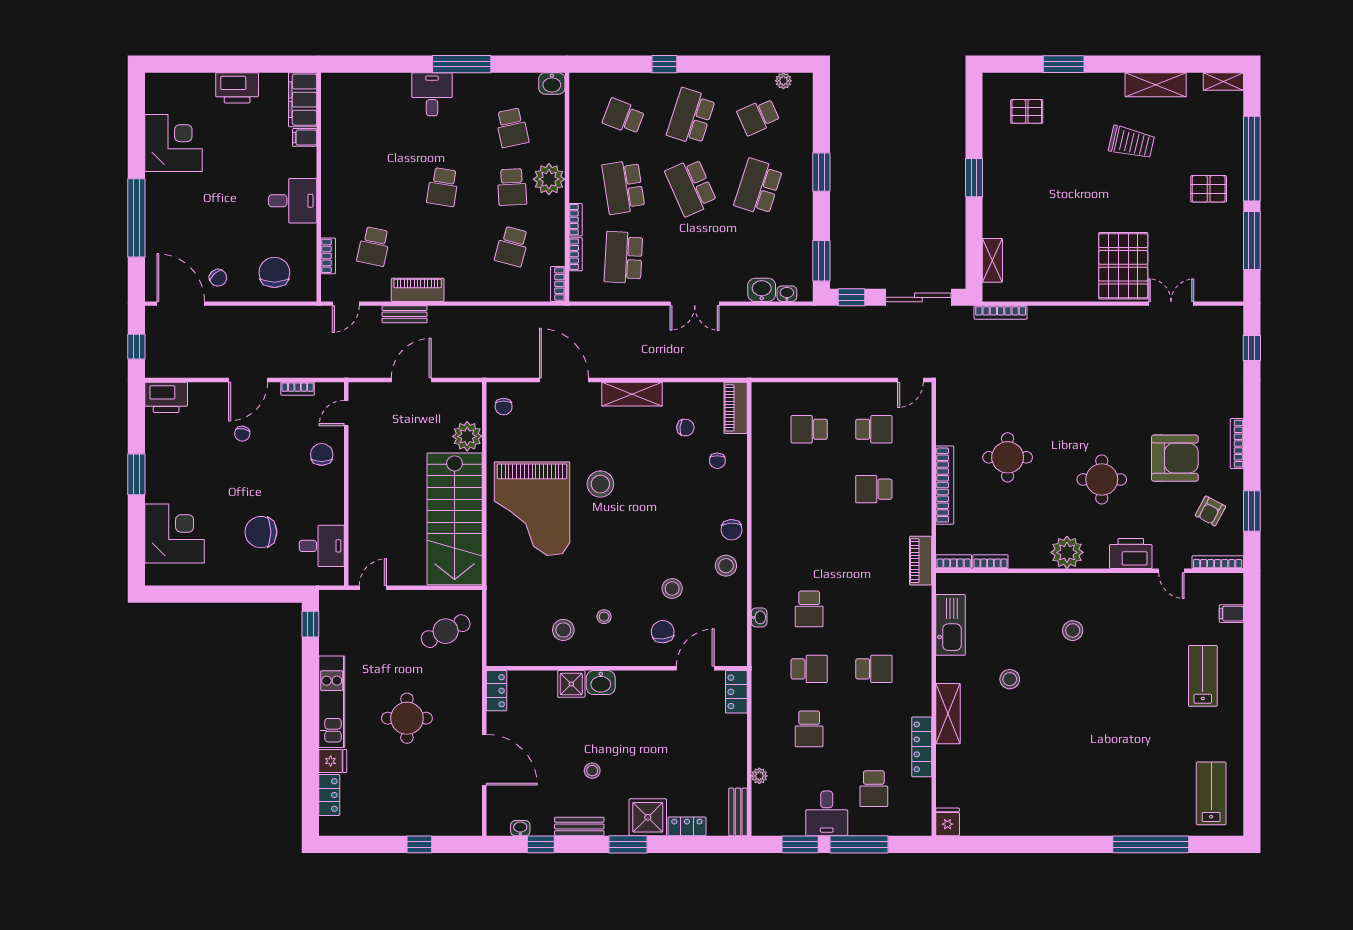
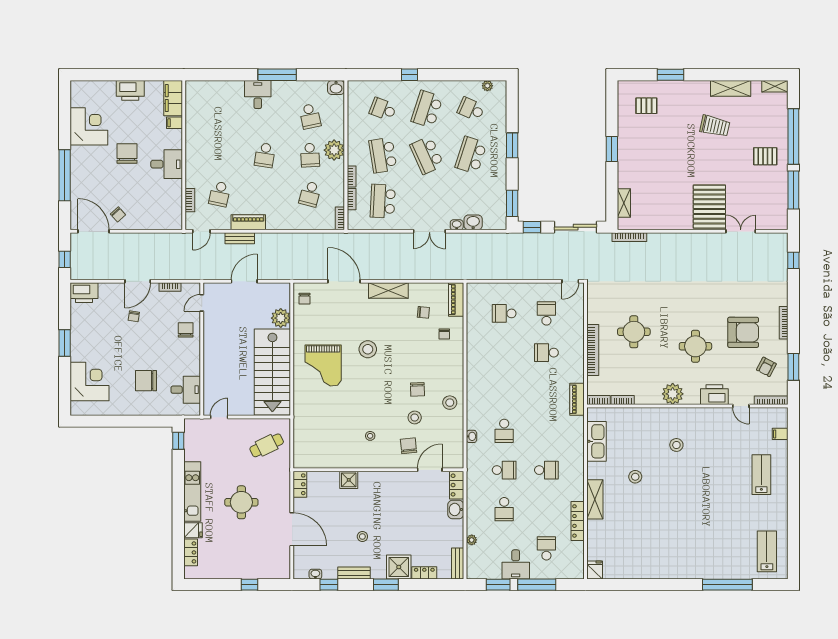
school desk: (758, 117) -> (471, 109), turned 48
chair: (274, 272) -> (127, 153), moved
washbasin: (787, 294) -> (457, 225), moved
school desk: (874, 429) -> (546, 313), turned -90
grand piano: (532, 509) -> (323, 365), width x0.73, depth x0.68
chair: (732, 530) -> (417, 389), moved
stool: (563, 630) -> (344, 445), removed
washbasin: (601, 683) -> (456, 509), moved, turned 90
school desk: (874, 789) -> (546, 548), turned 180

